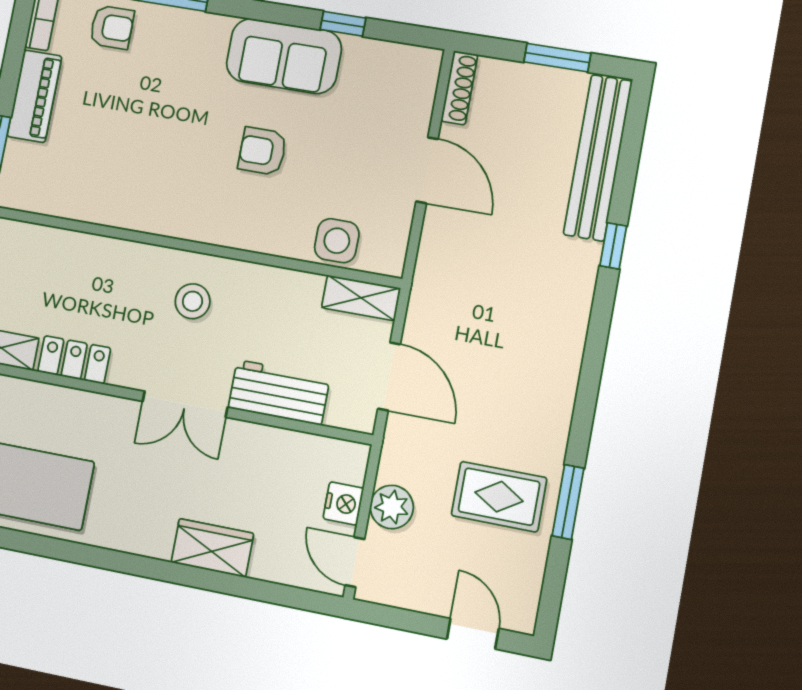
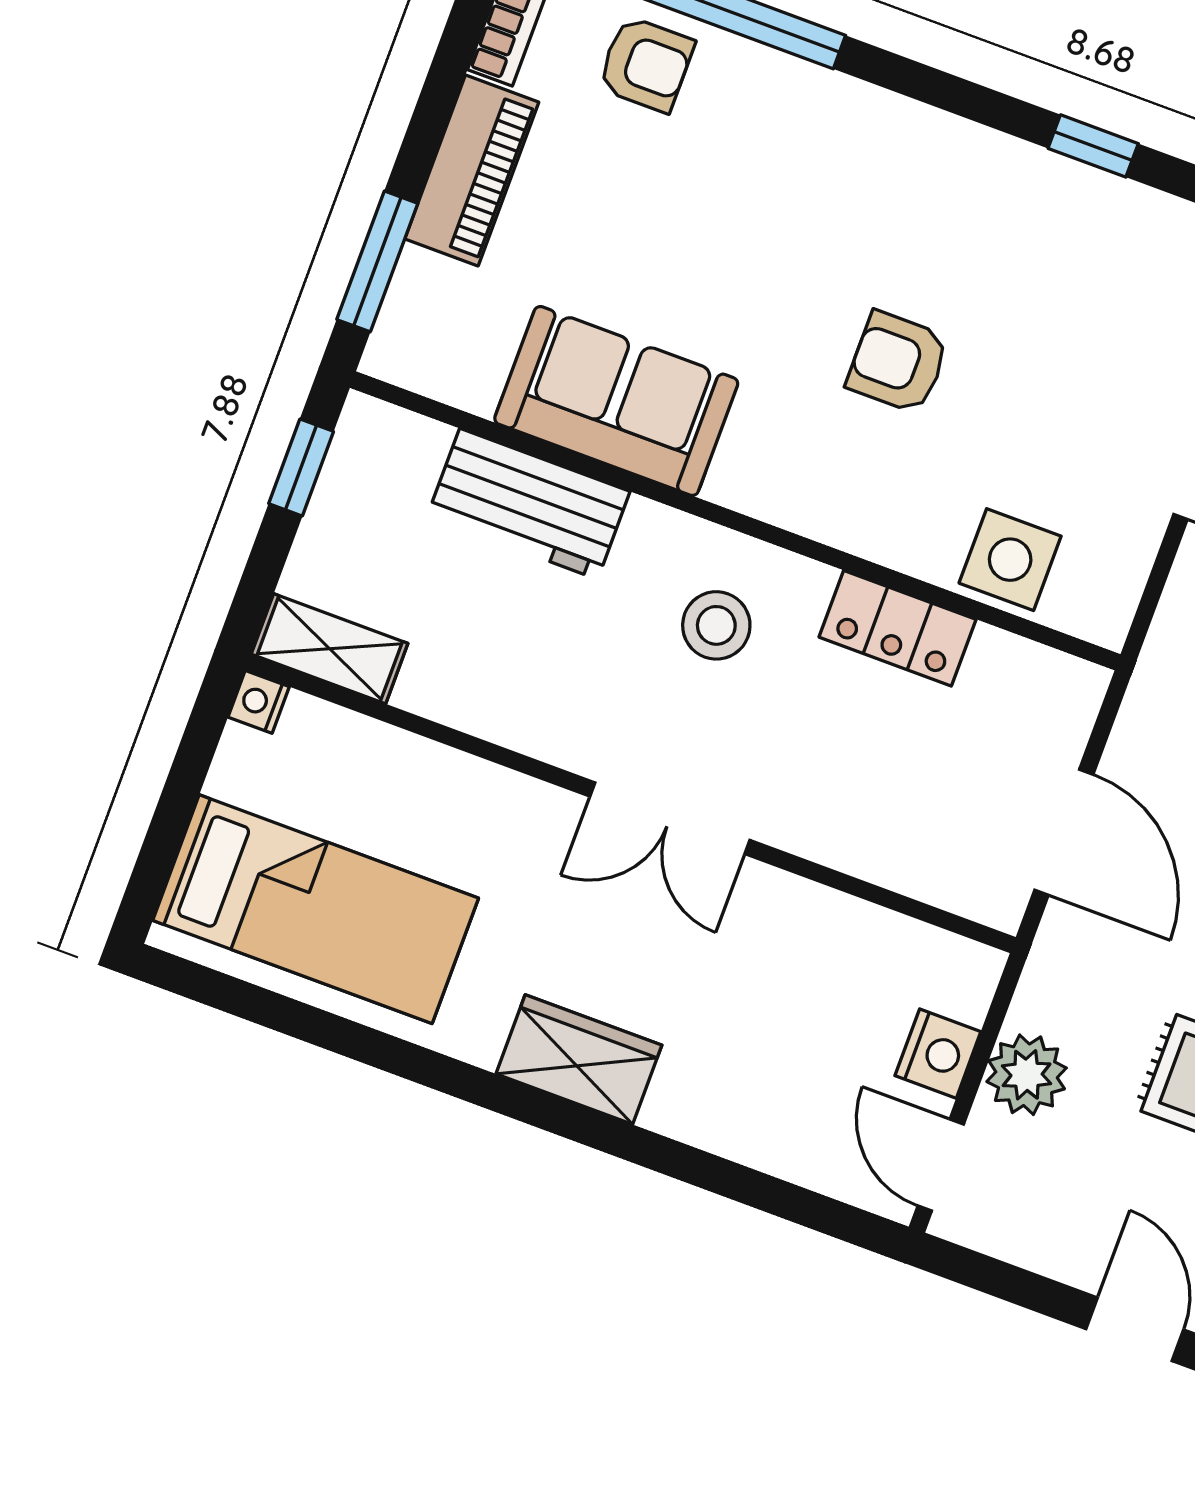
sofa: (284, 56) -> (616, 401), moved, turned 180
shelving: (361, 298) -> (1037, 676), removed
locker: (74, 360) -> (898, 628), moved, turned 180
workbench: (279, 392) -> (529, 504), moved, turned 180
wardrobe: (212, 548) -> (579, 1059), moved

